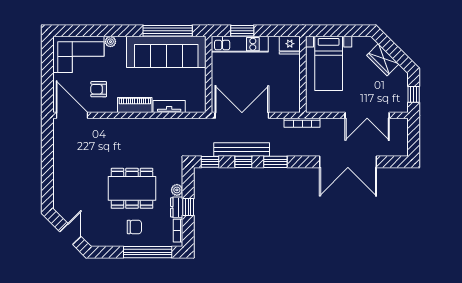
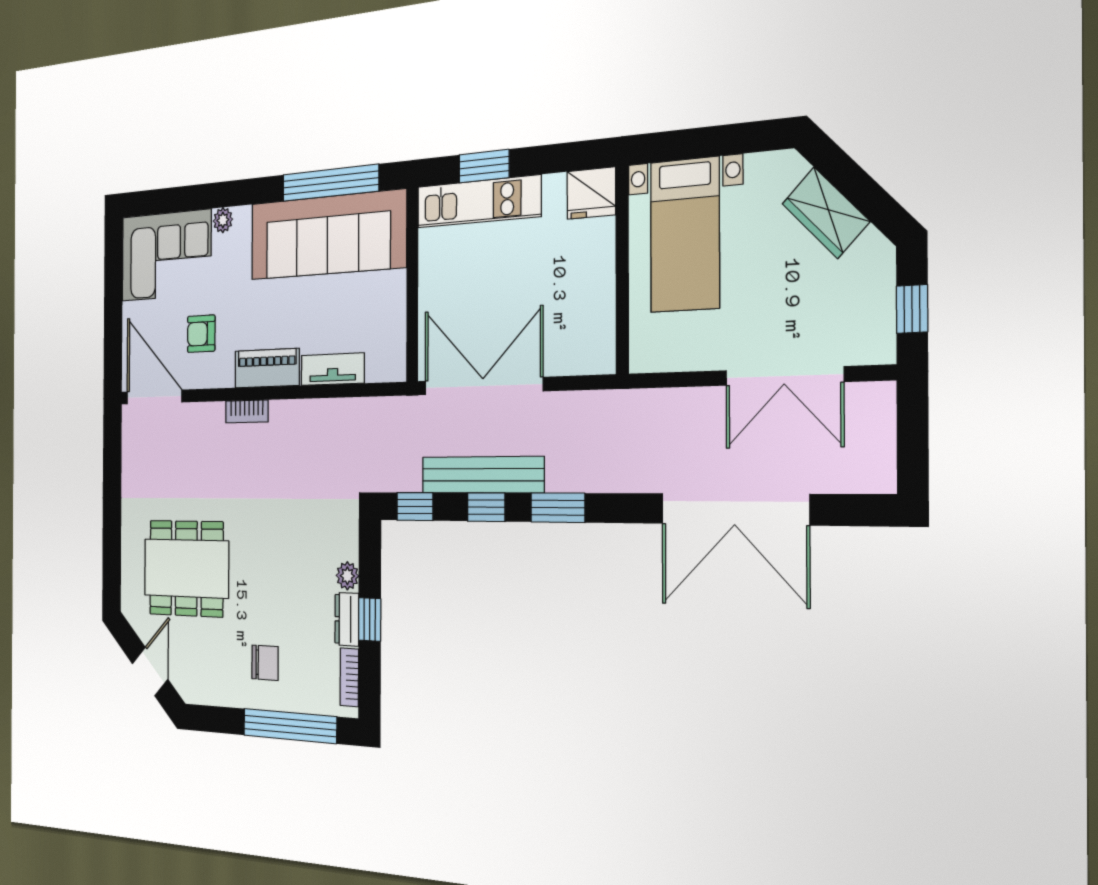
bookcase: (302, 123) -> (247, 411), moved, width x0.64
dining table: (132, 188) -> (186, 568), moved

